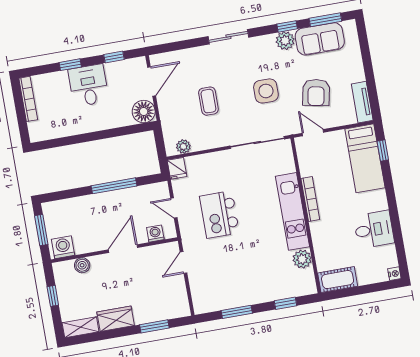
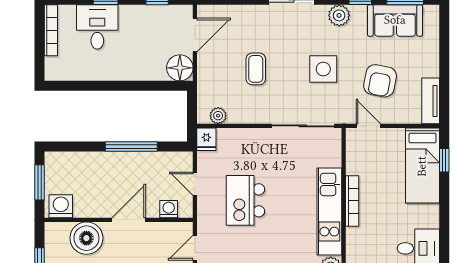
plant: (285, 41) -> (339, 15), moved
desk: (88, 85) -> (97, 27), moved
boiler: (82, 265) -> (86, 238), width x1.86, depth x1.86

